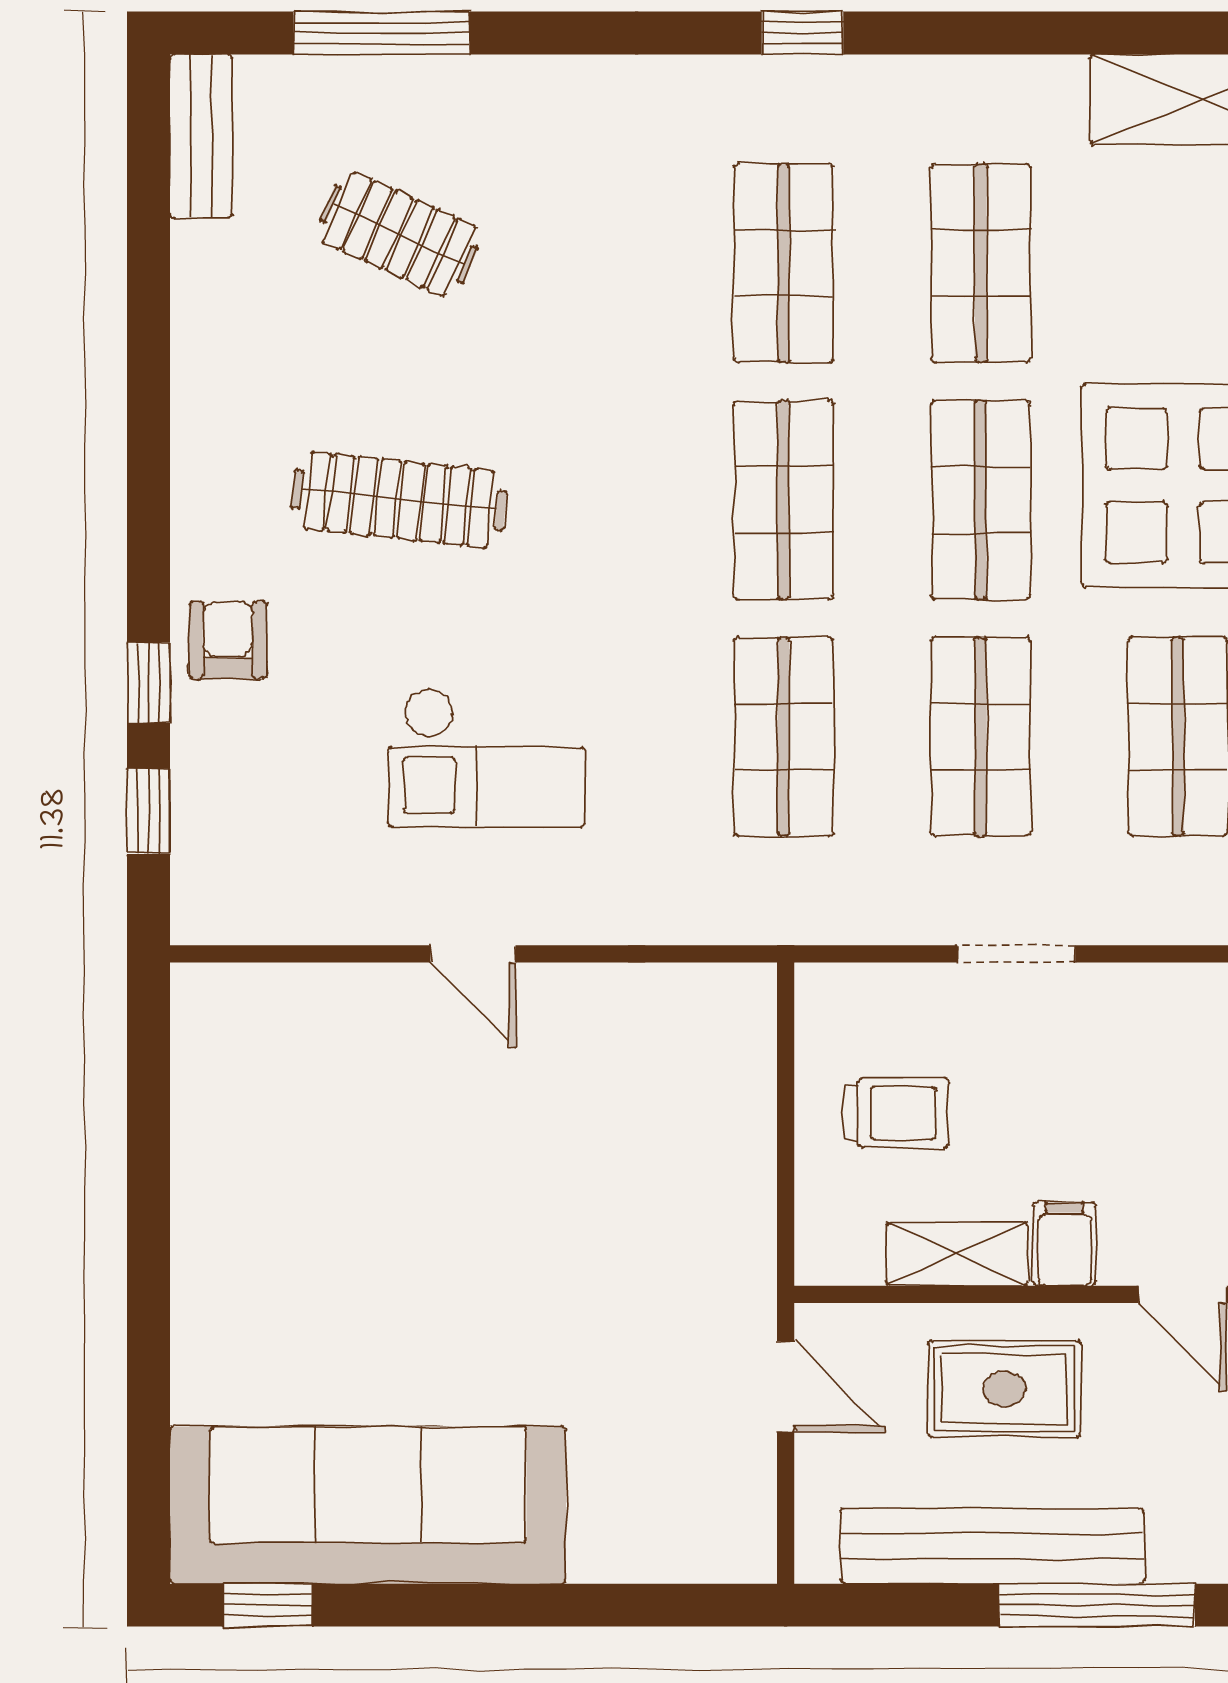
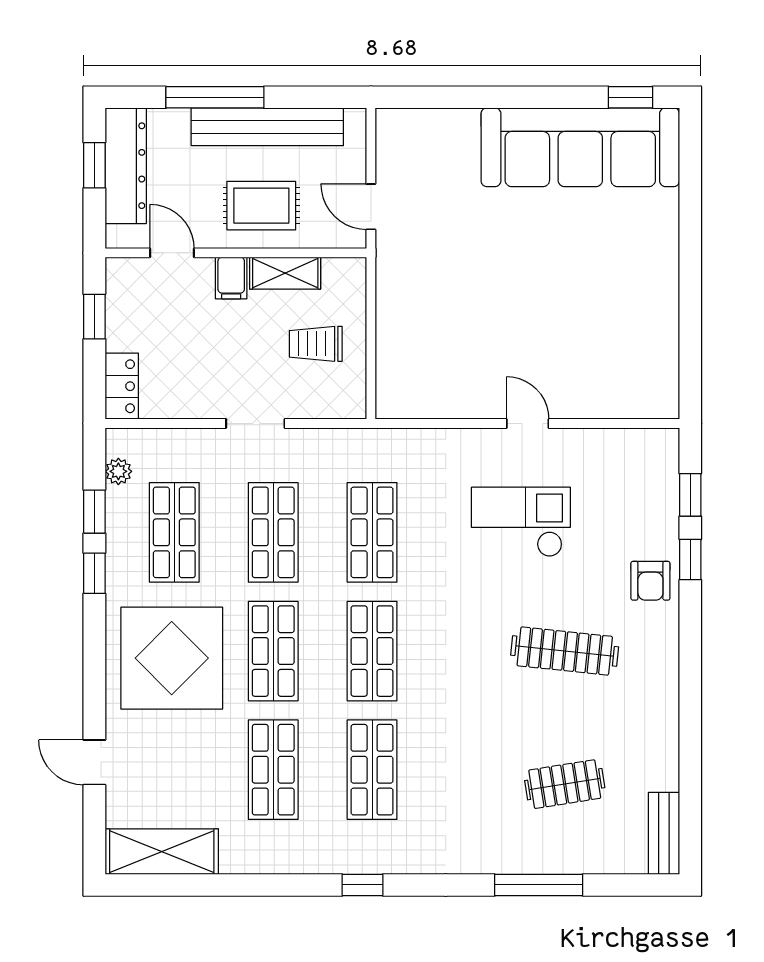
window: (382, 33) -> (539, 885), moved
clothes rail: (399, 234) -> (565, 784), turned -33

